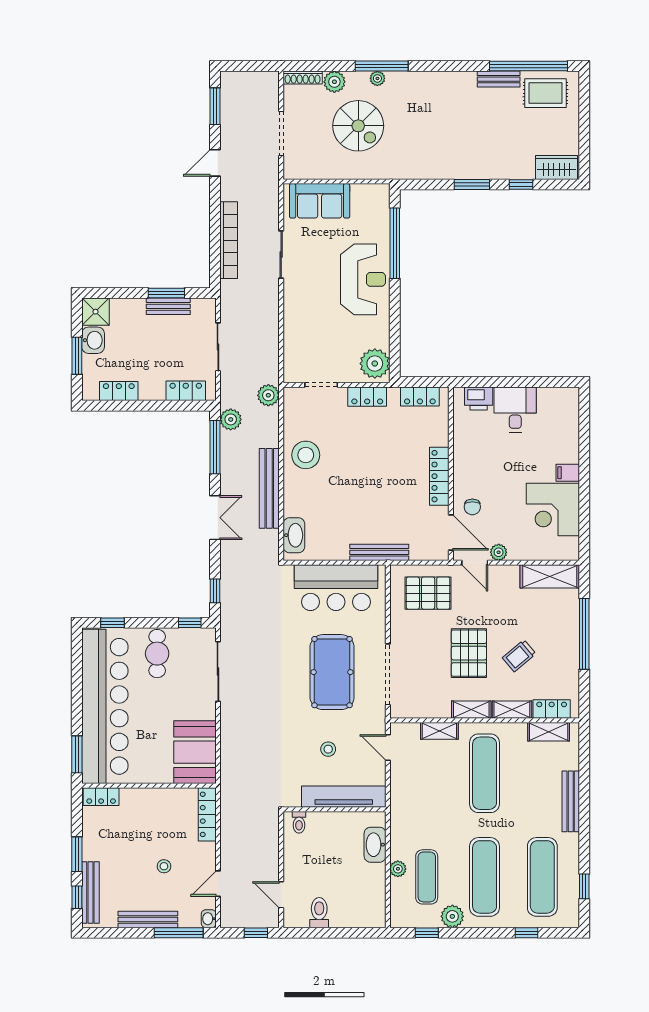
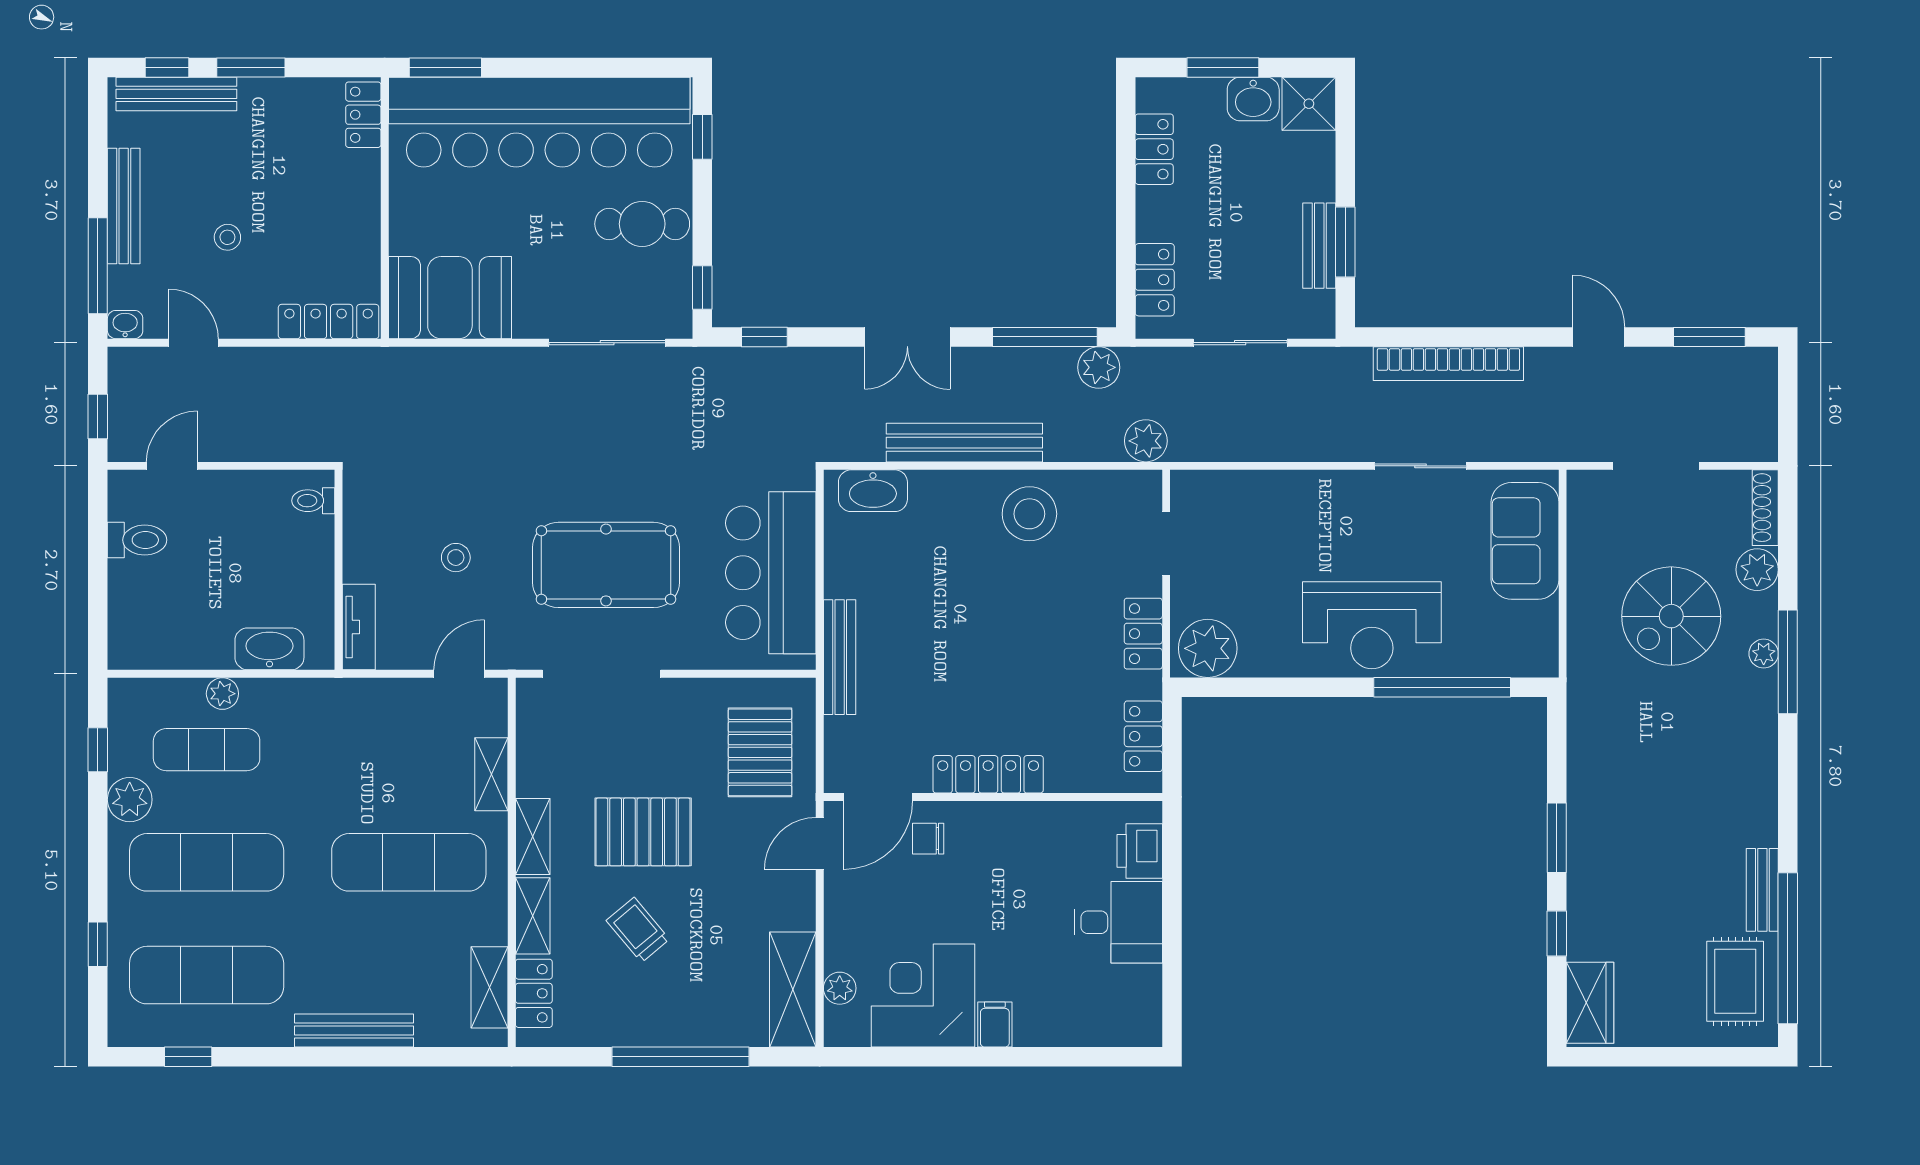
plant: (499, 552) -> (840, 988), moved
tv unit: (344, 797) -> (359, 627), width x0.52, depth x0.78

